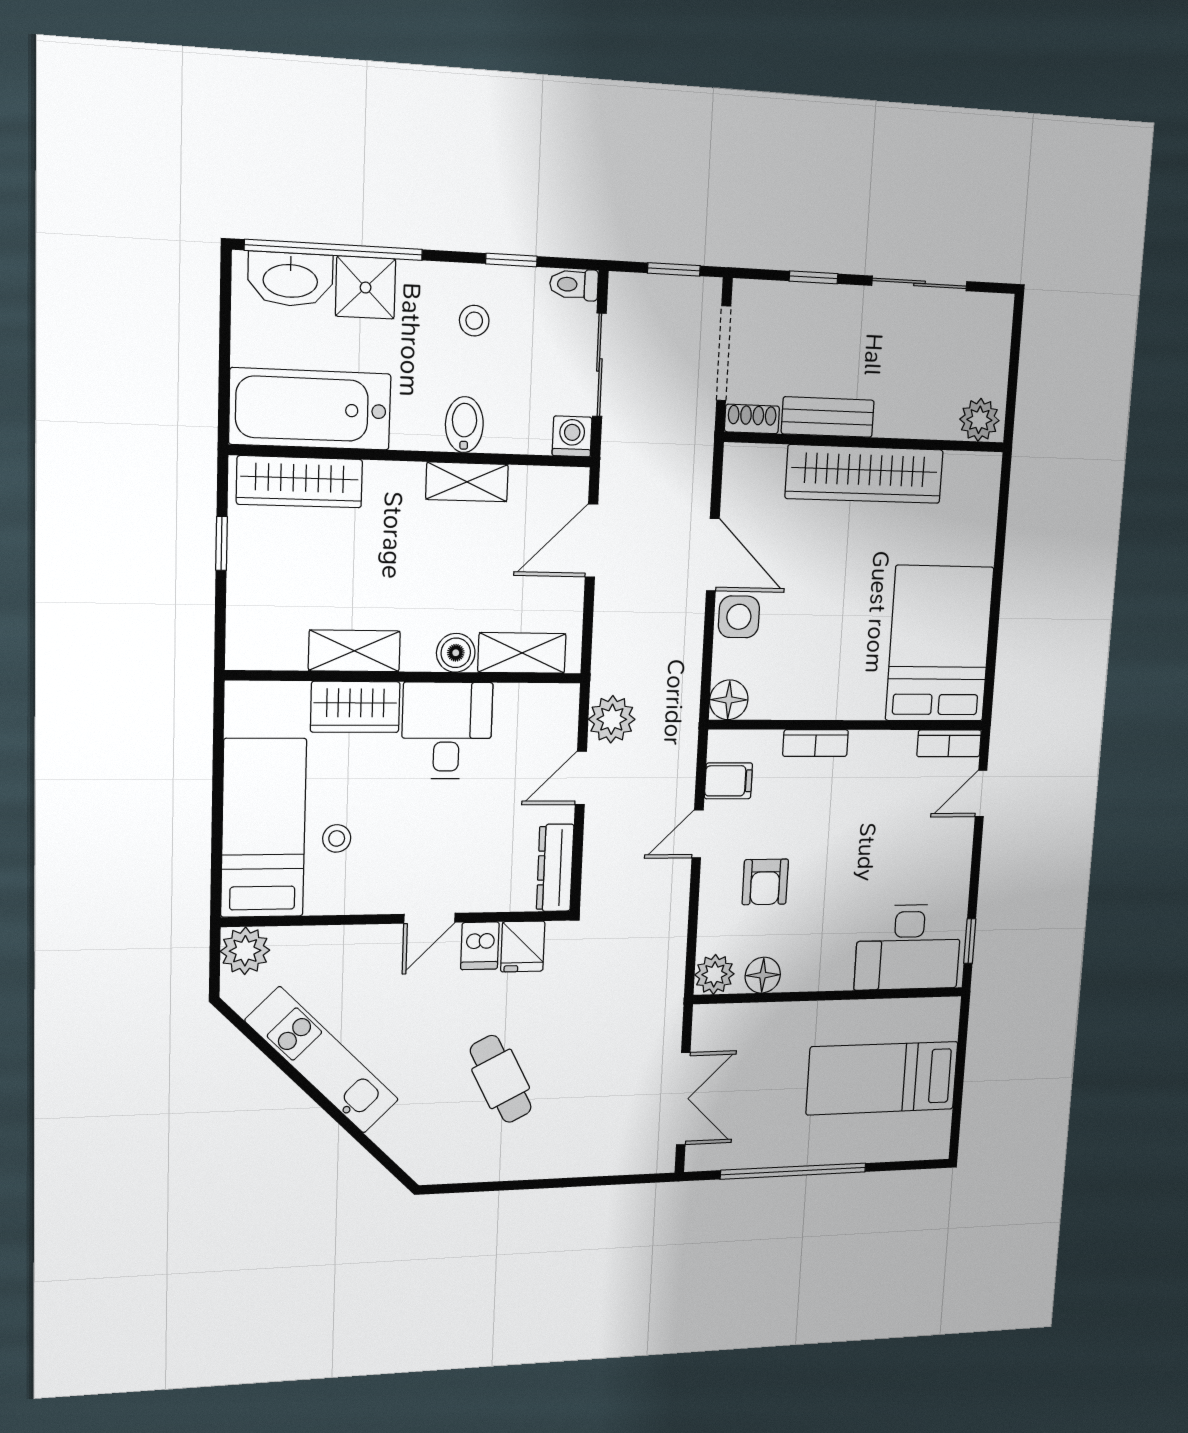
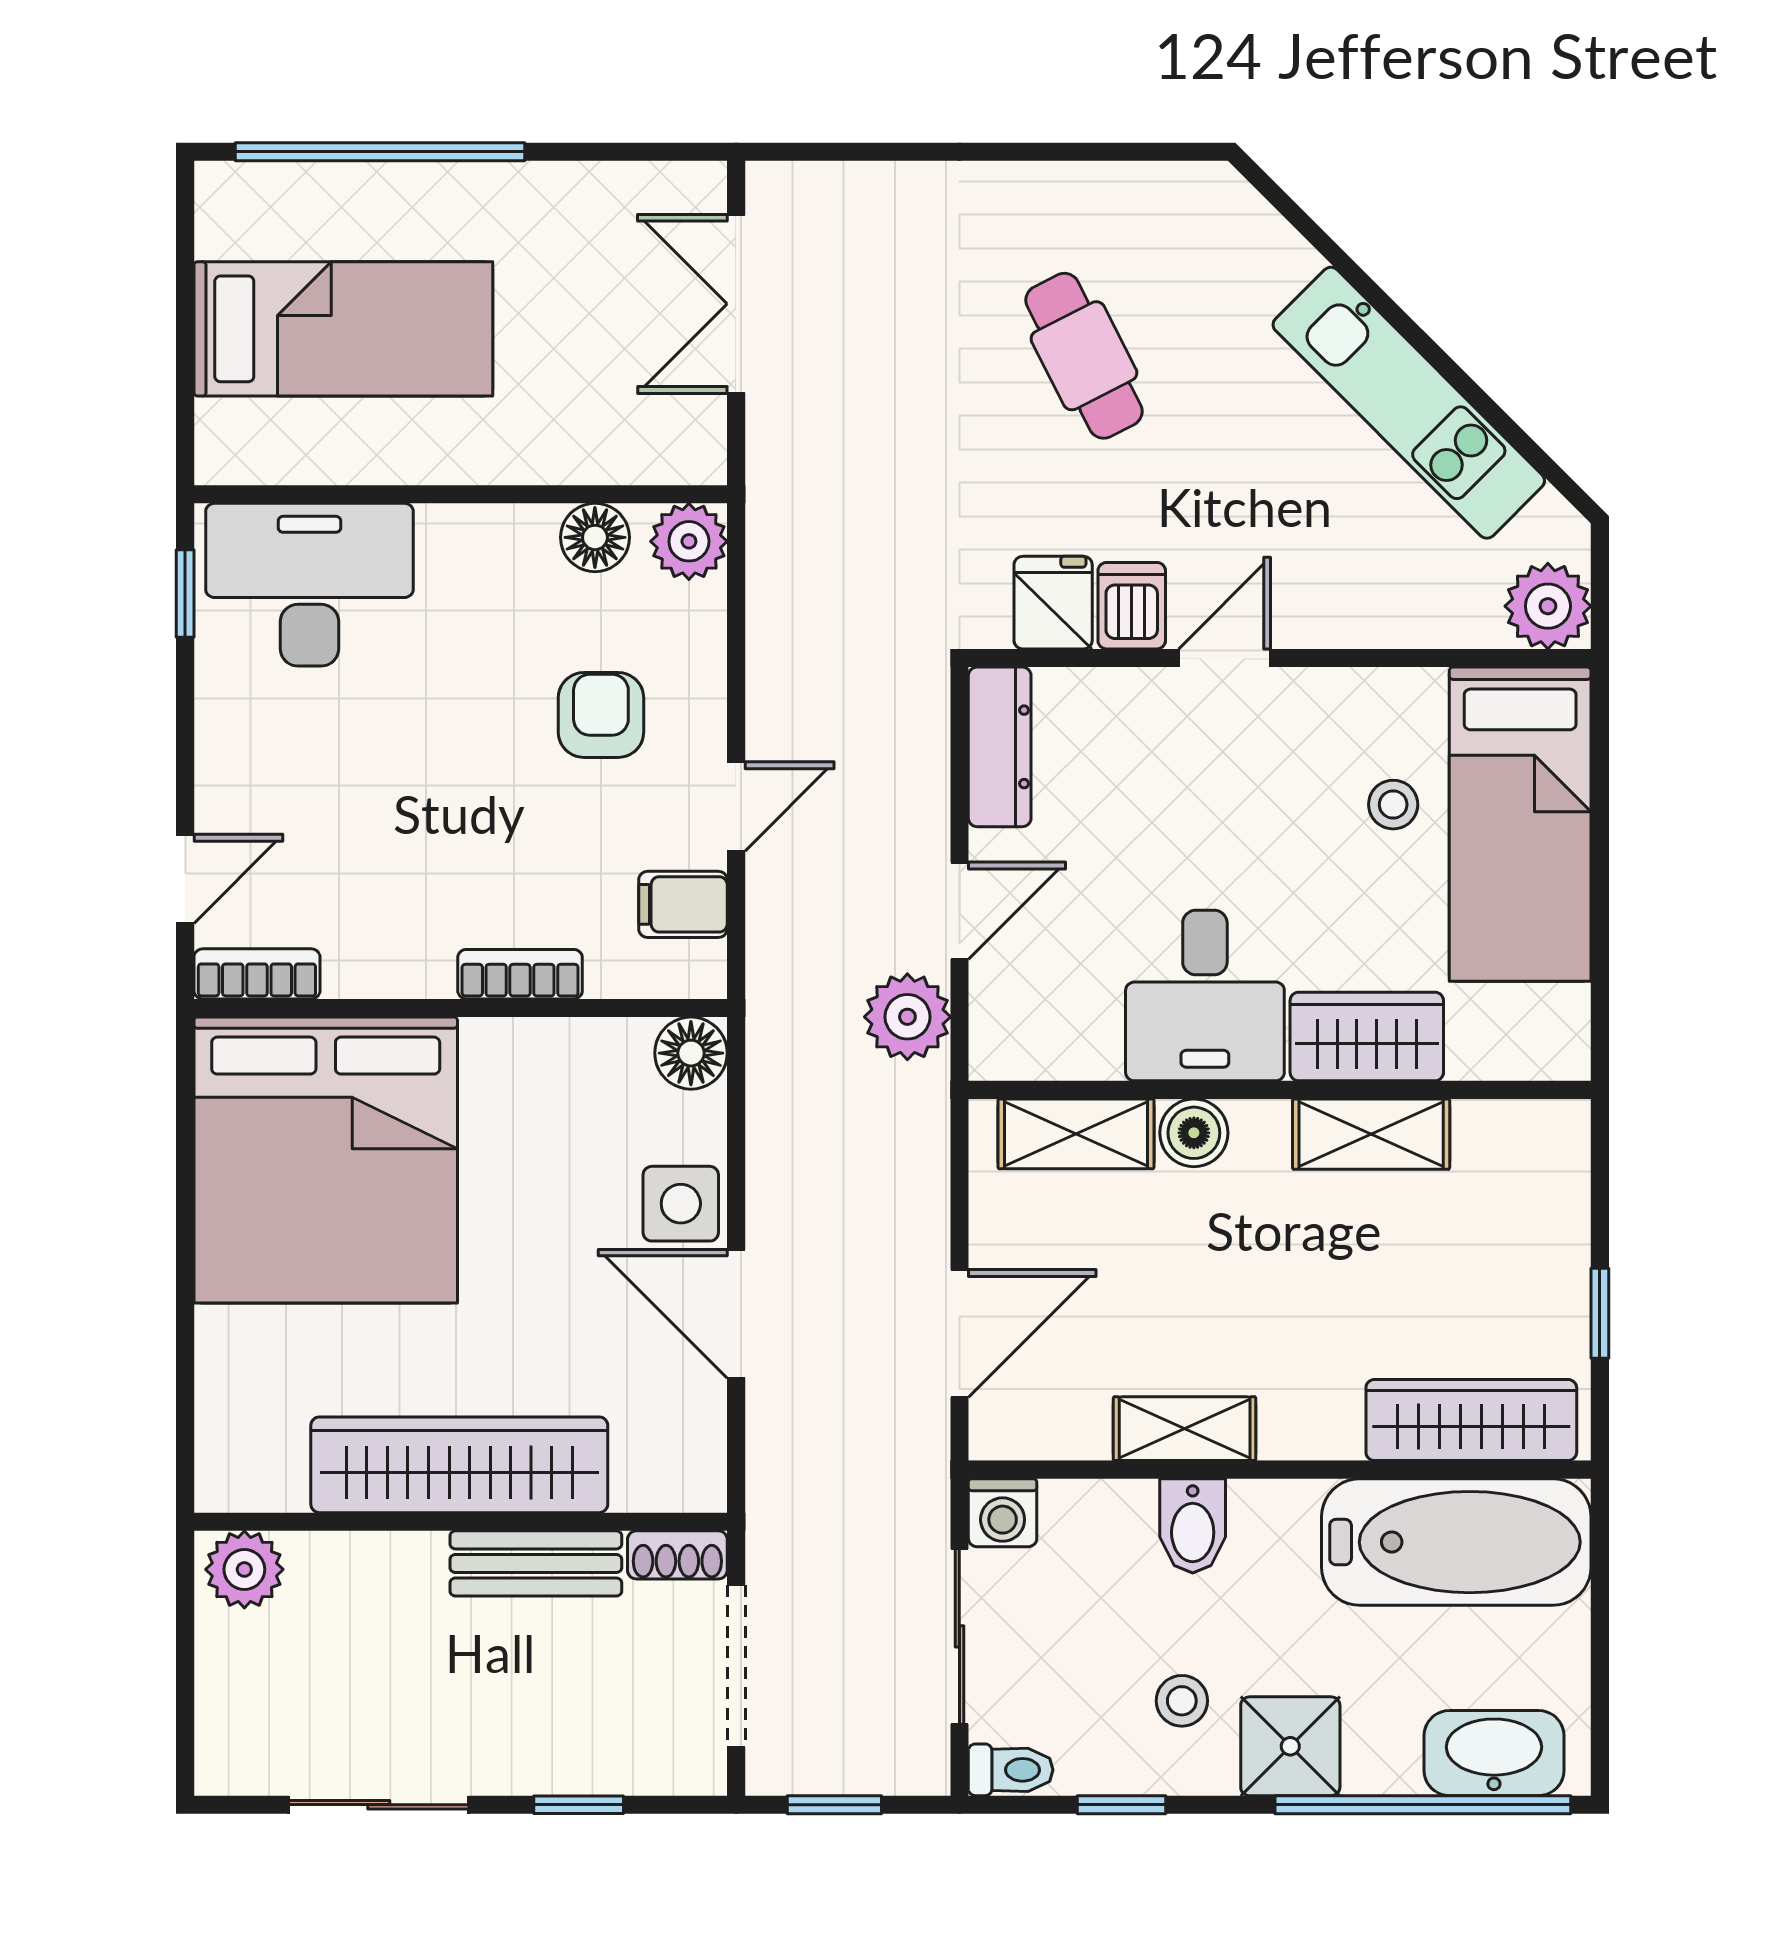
shower: (366, 288) -> (1290, 1746), moved
bed: (939, 644) -> (326, 1160), width x1.36
window: (793, 1171) -> (380, 152), moved

